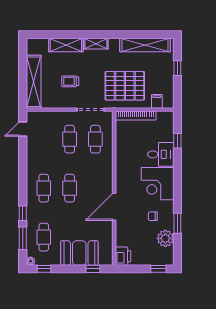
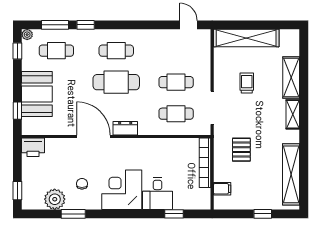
pallet: (125, 86) -> (241, 150), width x0.49, depth x0.50
dresser: (107, 181) -> (125, 128), added
cafe table: (70, 188) -> (116, 82), width x1.37, depth x1.35

